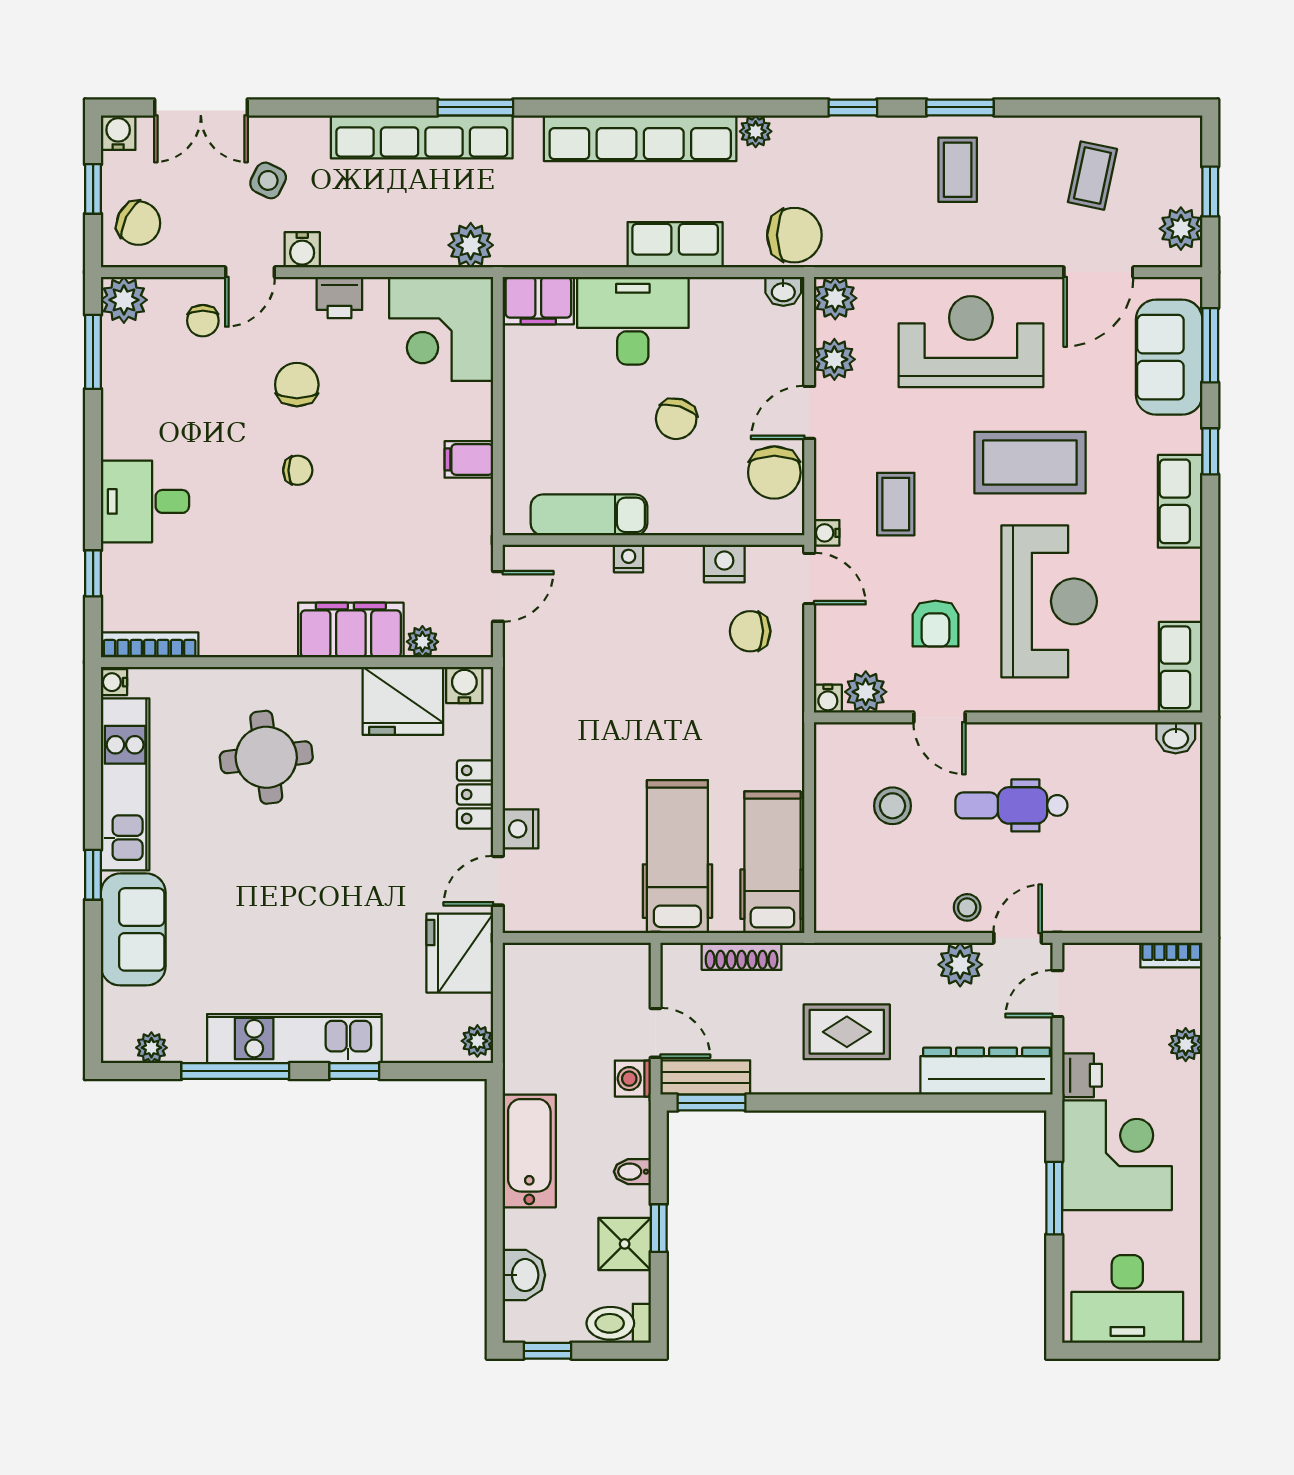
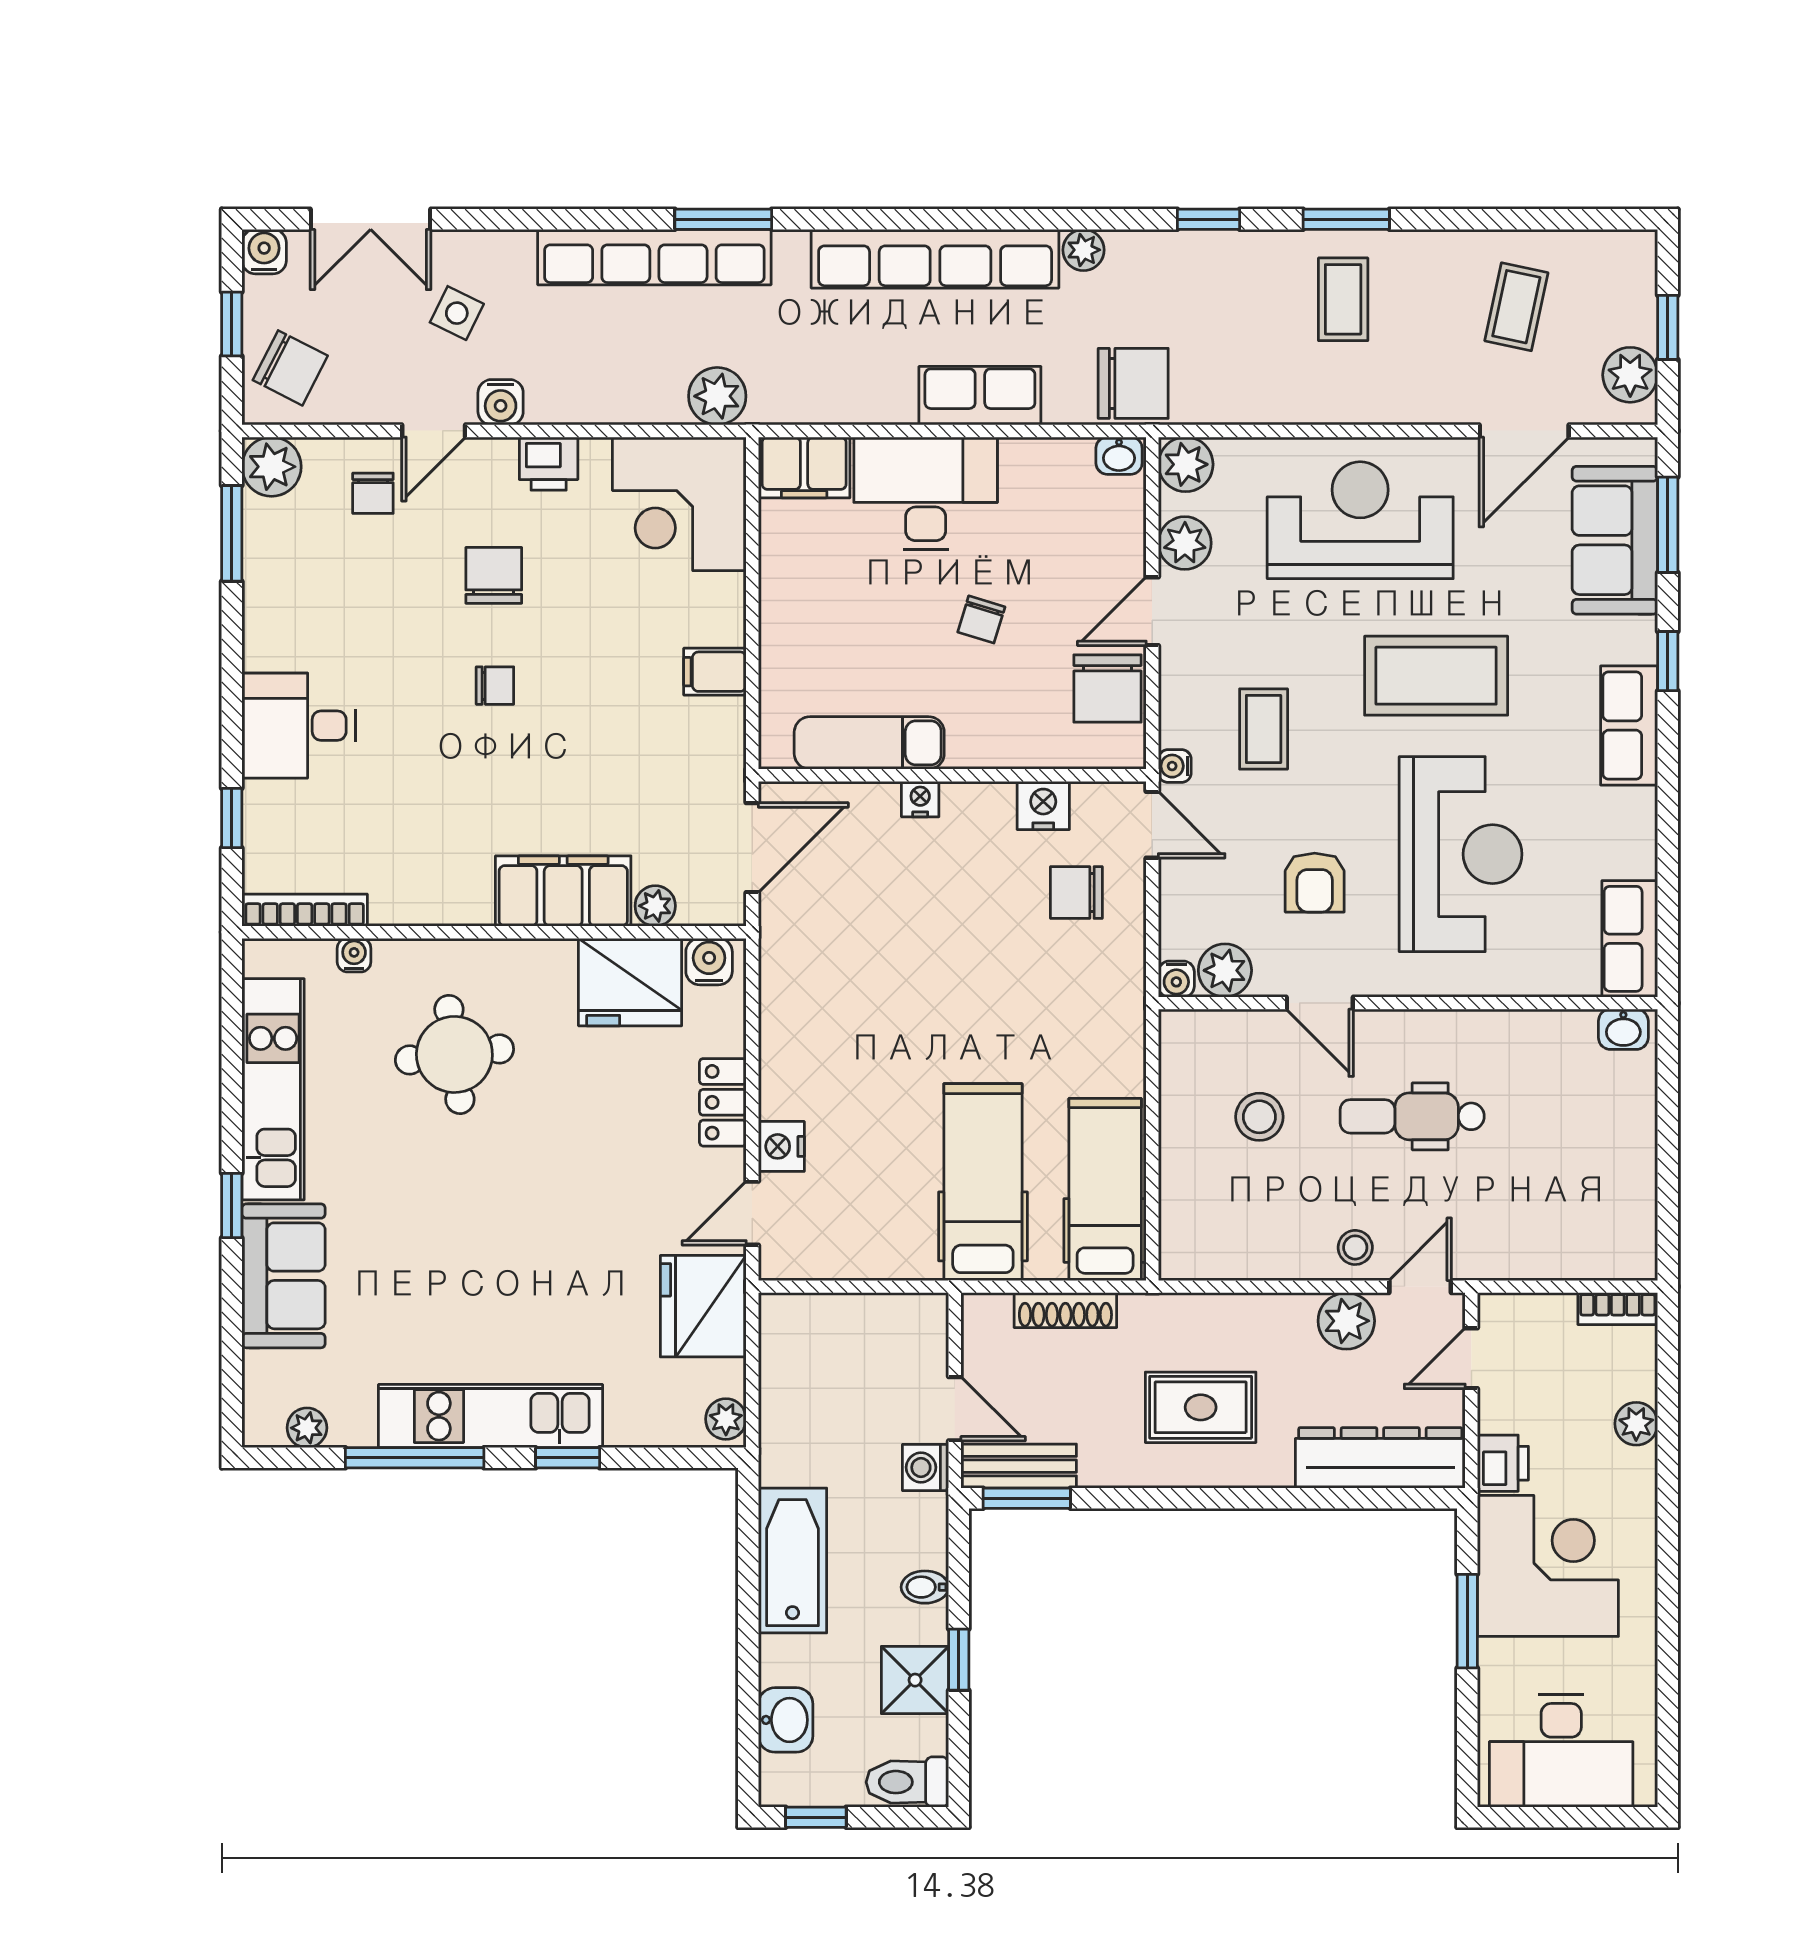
chair: (676, 419) -> (981, 619), width x0.73, depth x0.73
door: (498, 596) -> (752, 848), width x1.38
water cooler: (114, 682) -> (354, 955), moved, turned 90

